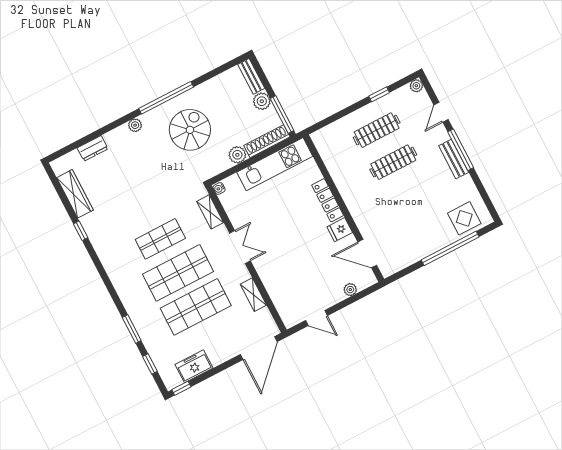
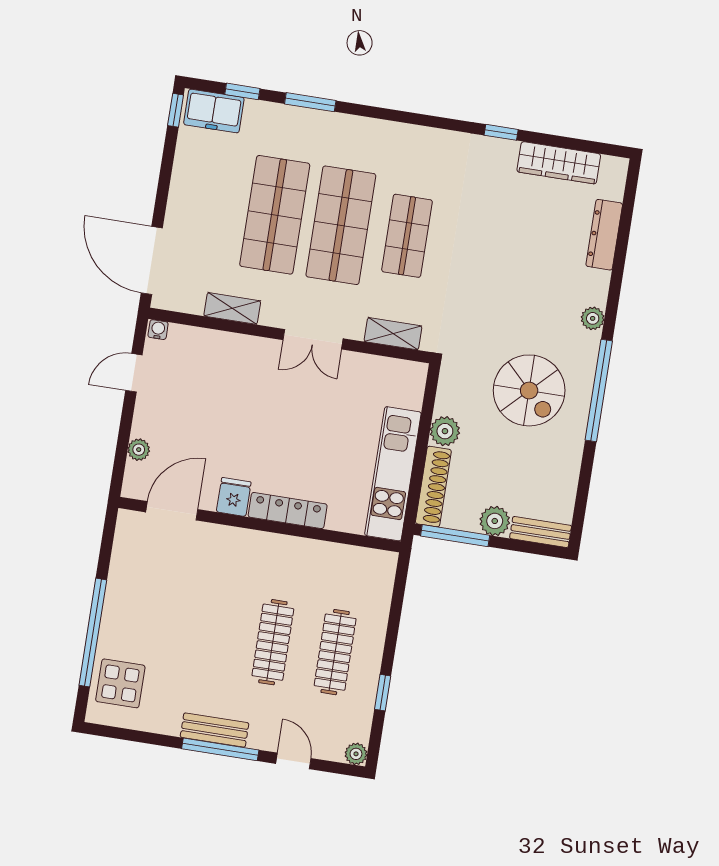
dresser: (93, 148) -> (604, 235), width x1.44
water cooler: (219, 188) -> (158, 330), moved
freezer: (194, 366) -> (214, 111), moved, turned 90

